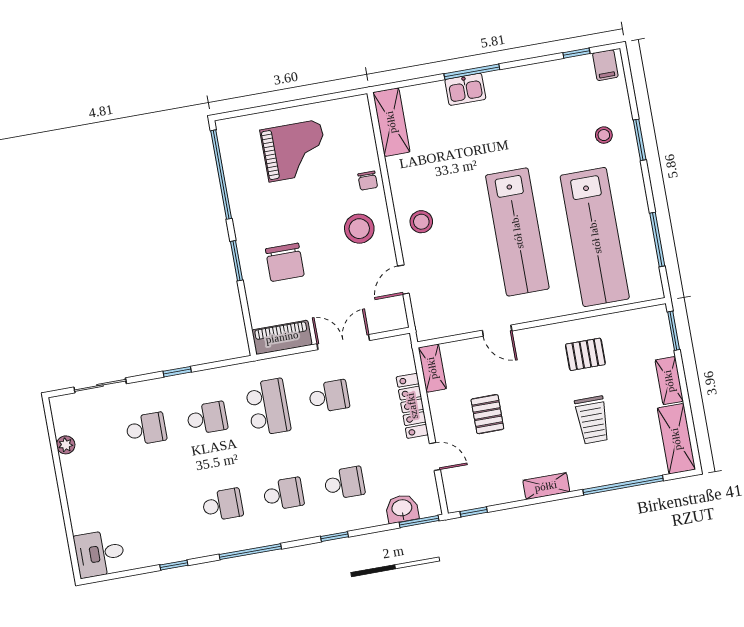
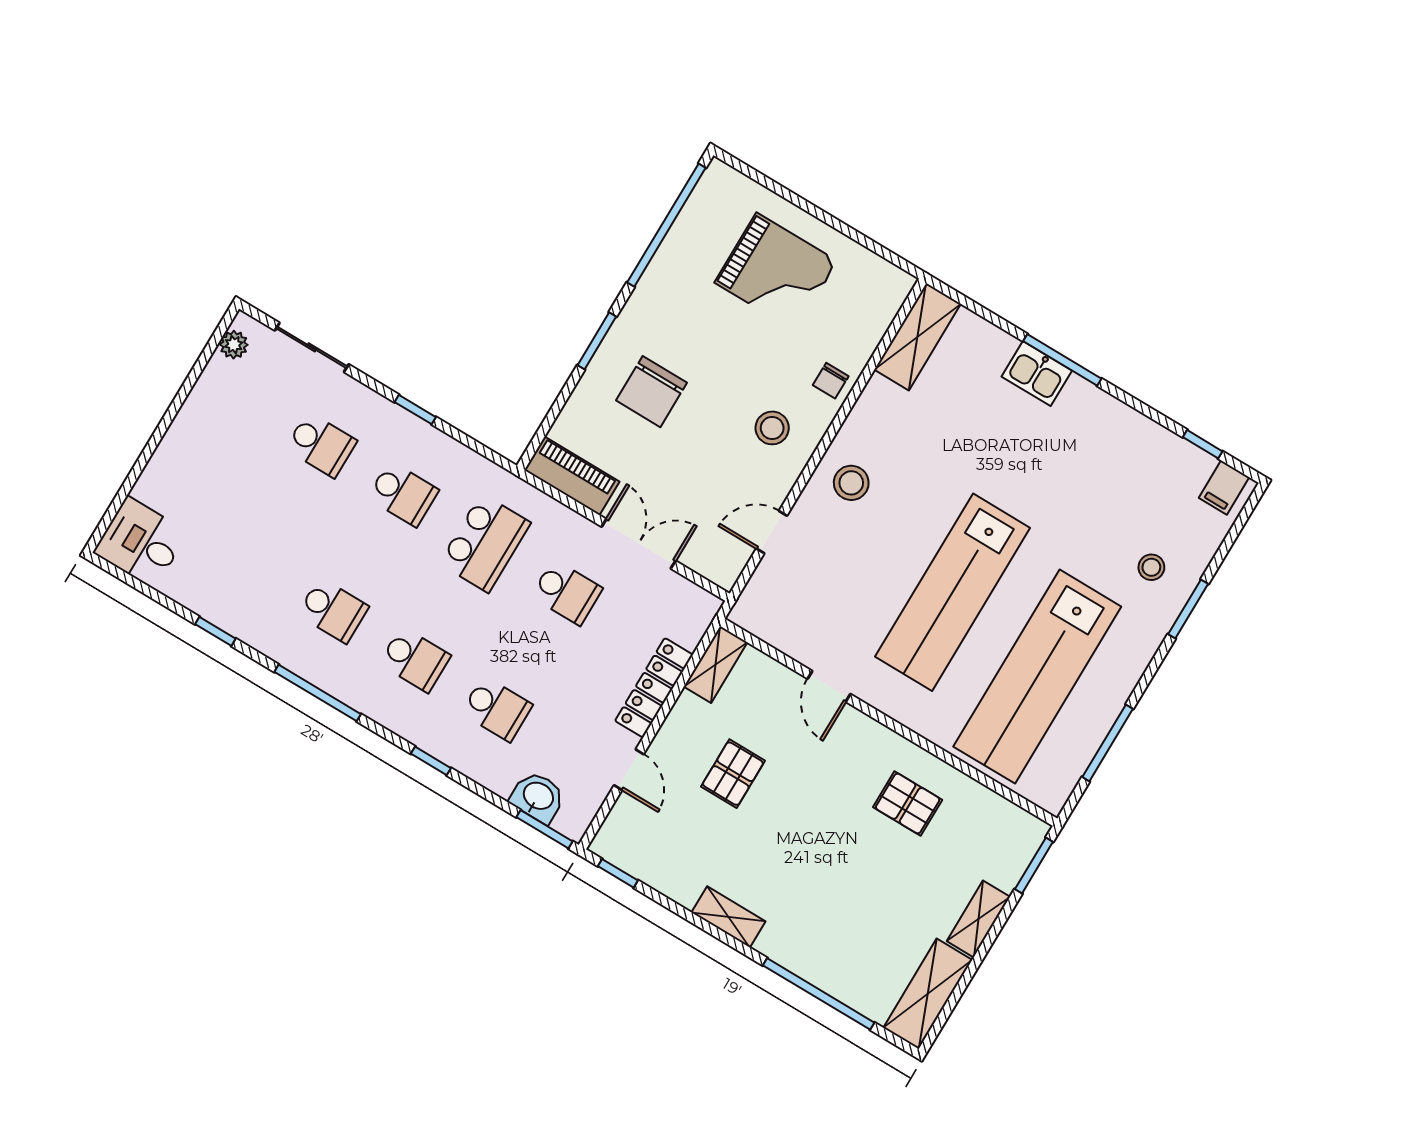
stool: (359, 229) -> (772, 428), width x0.73, depth x0.73
trolley: (592, 420) -> (849, 887), removed
plant: (66, 445) -> (234, 345), moved

